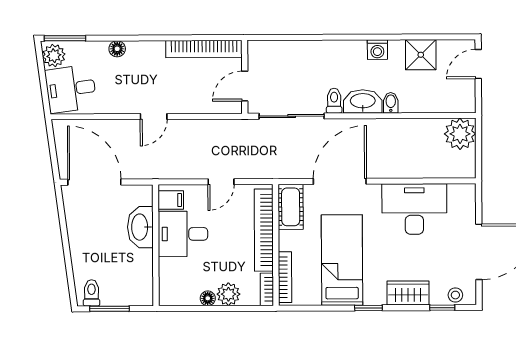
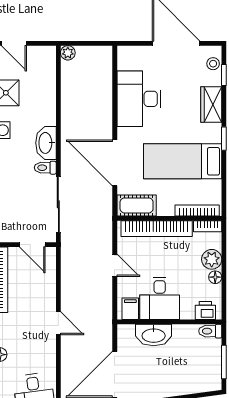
bidet: (391, 103) -> (47, 119), removed
plant: (460, 134) -> (68, 53), width x0.53, depth x0.53
printer: (169, 287) -> (205, 311), added
toilet: (91, 293) -> (210, 331), moved

